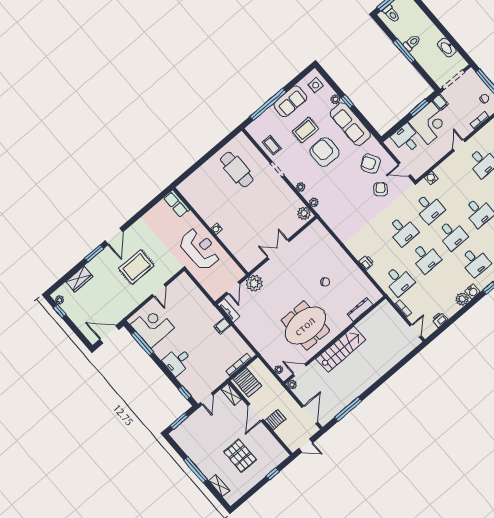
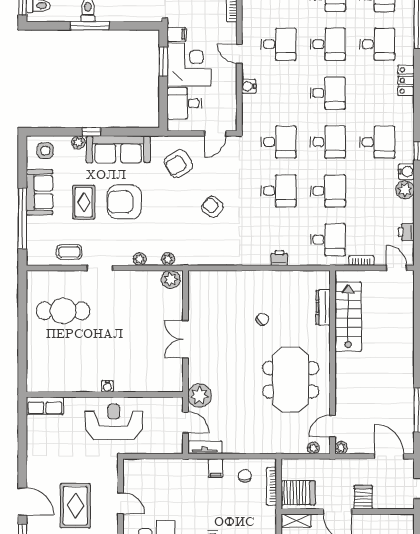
water cooler: (431, 178) -> (249, 86), moved
armchair: (380, 189) -> (212, 207), moved
chair: (232, 345) -> (245, 476), added
stairs: (341, 349) -> (348, 317), moved

